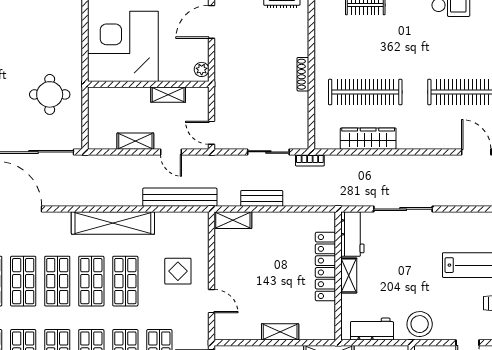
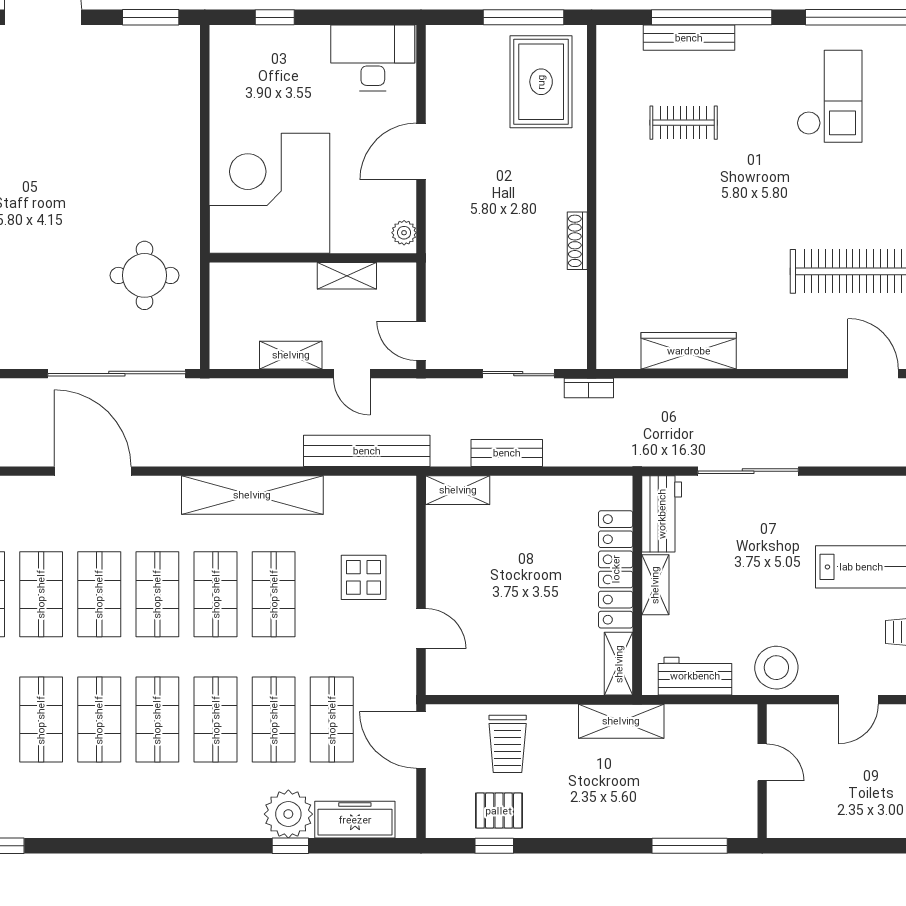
clothes rail: (365, 92) -> (684, 271), removed
shelving: (280, 332) -> (619, 664), moved, turned 90

